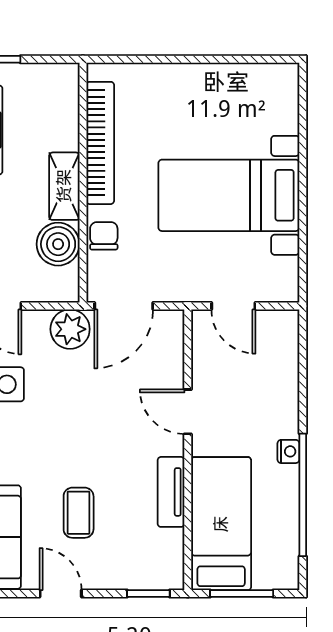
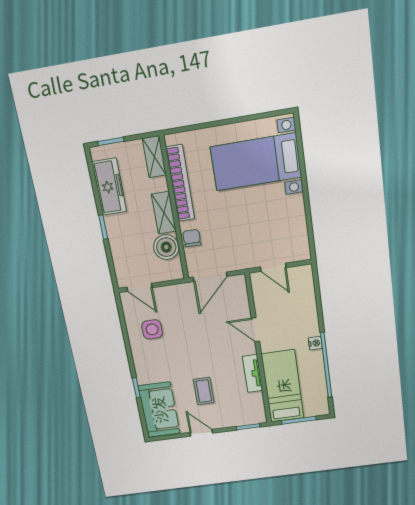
shelving: (65, 94) -> (154, 157), added
bed with nightstands: (229, 195) -> (256, 162), moved
plant: (70, 329) -> (182, 294), removed

